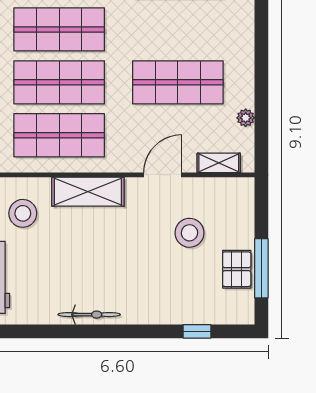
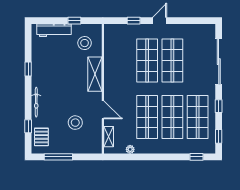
shop shelf: (59, 135) -> (172, 117), moved
pallet: (237, 269) -> (41, 137), moved, turned 90
bicycle: (89, 315) -> (36, 102), moved
window: (77, 331) -> (28, 69), added

